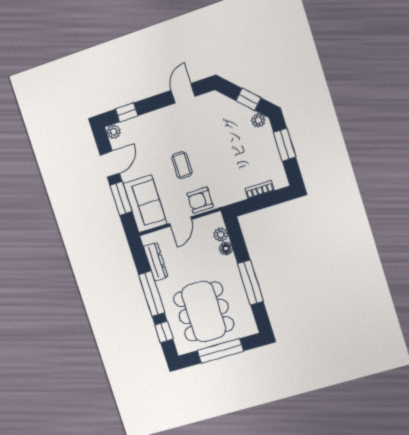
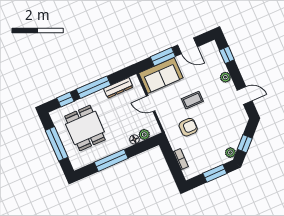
plant: (114, 132) -> (225, 77), moved
armchair: (200, 200) -> (188, 127), moved, turned 90
dining table: (204, 312) -> (85, 128), width x0.73

